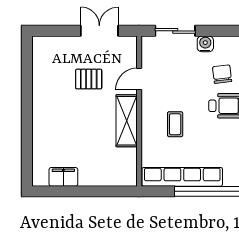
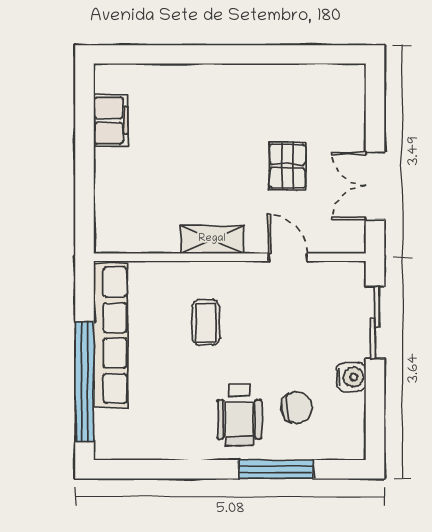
double door: (99, 31) -> (375, 186), swing flipped
shelving: (127, 121) -> (212, 239), width x0.67, depth x0.75
coffee table: (175, 124) -> (206, 322), turned 90

